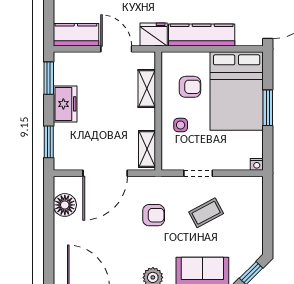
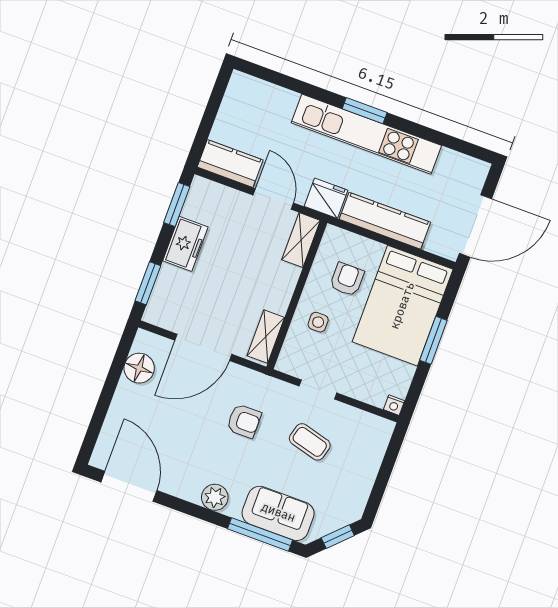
armchair: (190, 87) -> (347, 279), turned -90
shelving: (147, 89) -> (301, 240), moved
coffee table: (206, 213) -> (310, 442), turned 43

